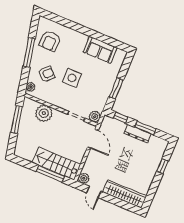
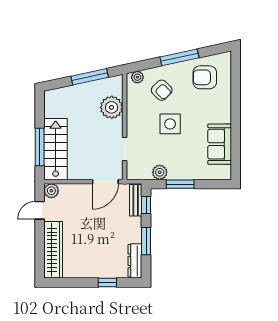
plant: (95, 117) -> (160, 172), moved
bench: (114, 123) -> (136, 200), added
dresser: (138, 134) -> (135, 261), moved

